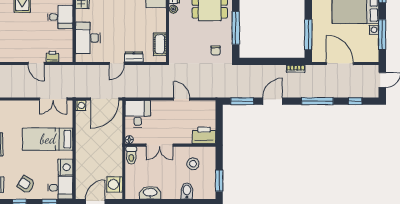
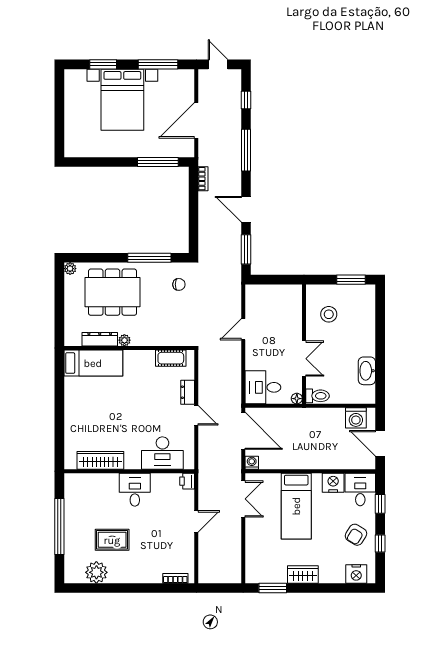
printer: (52, 57) -> (187, 481), moved
printer: (204, 135) -> (291, 300), removed
bidet: (187, 191) -> (365, 322), removed

